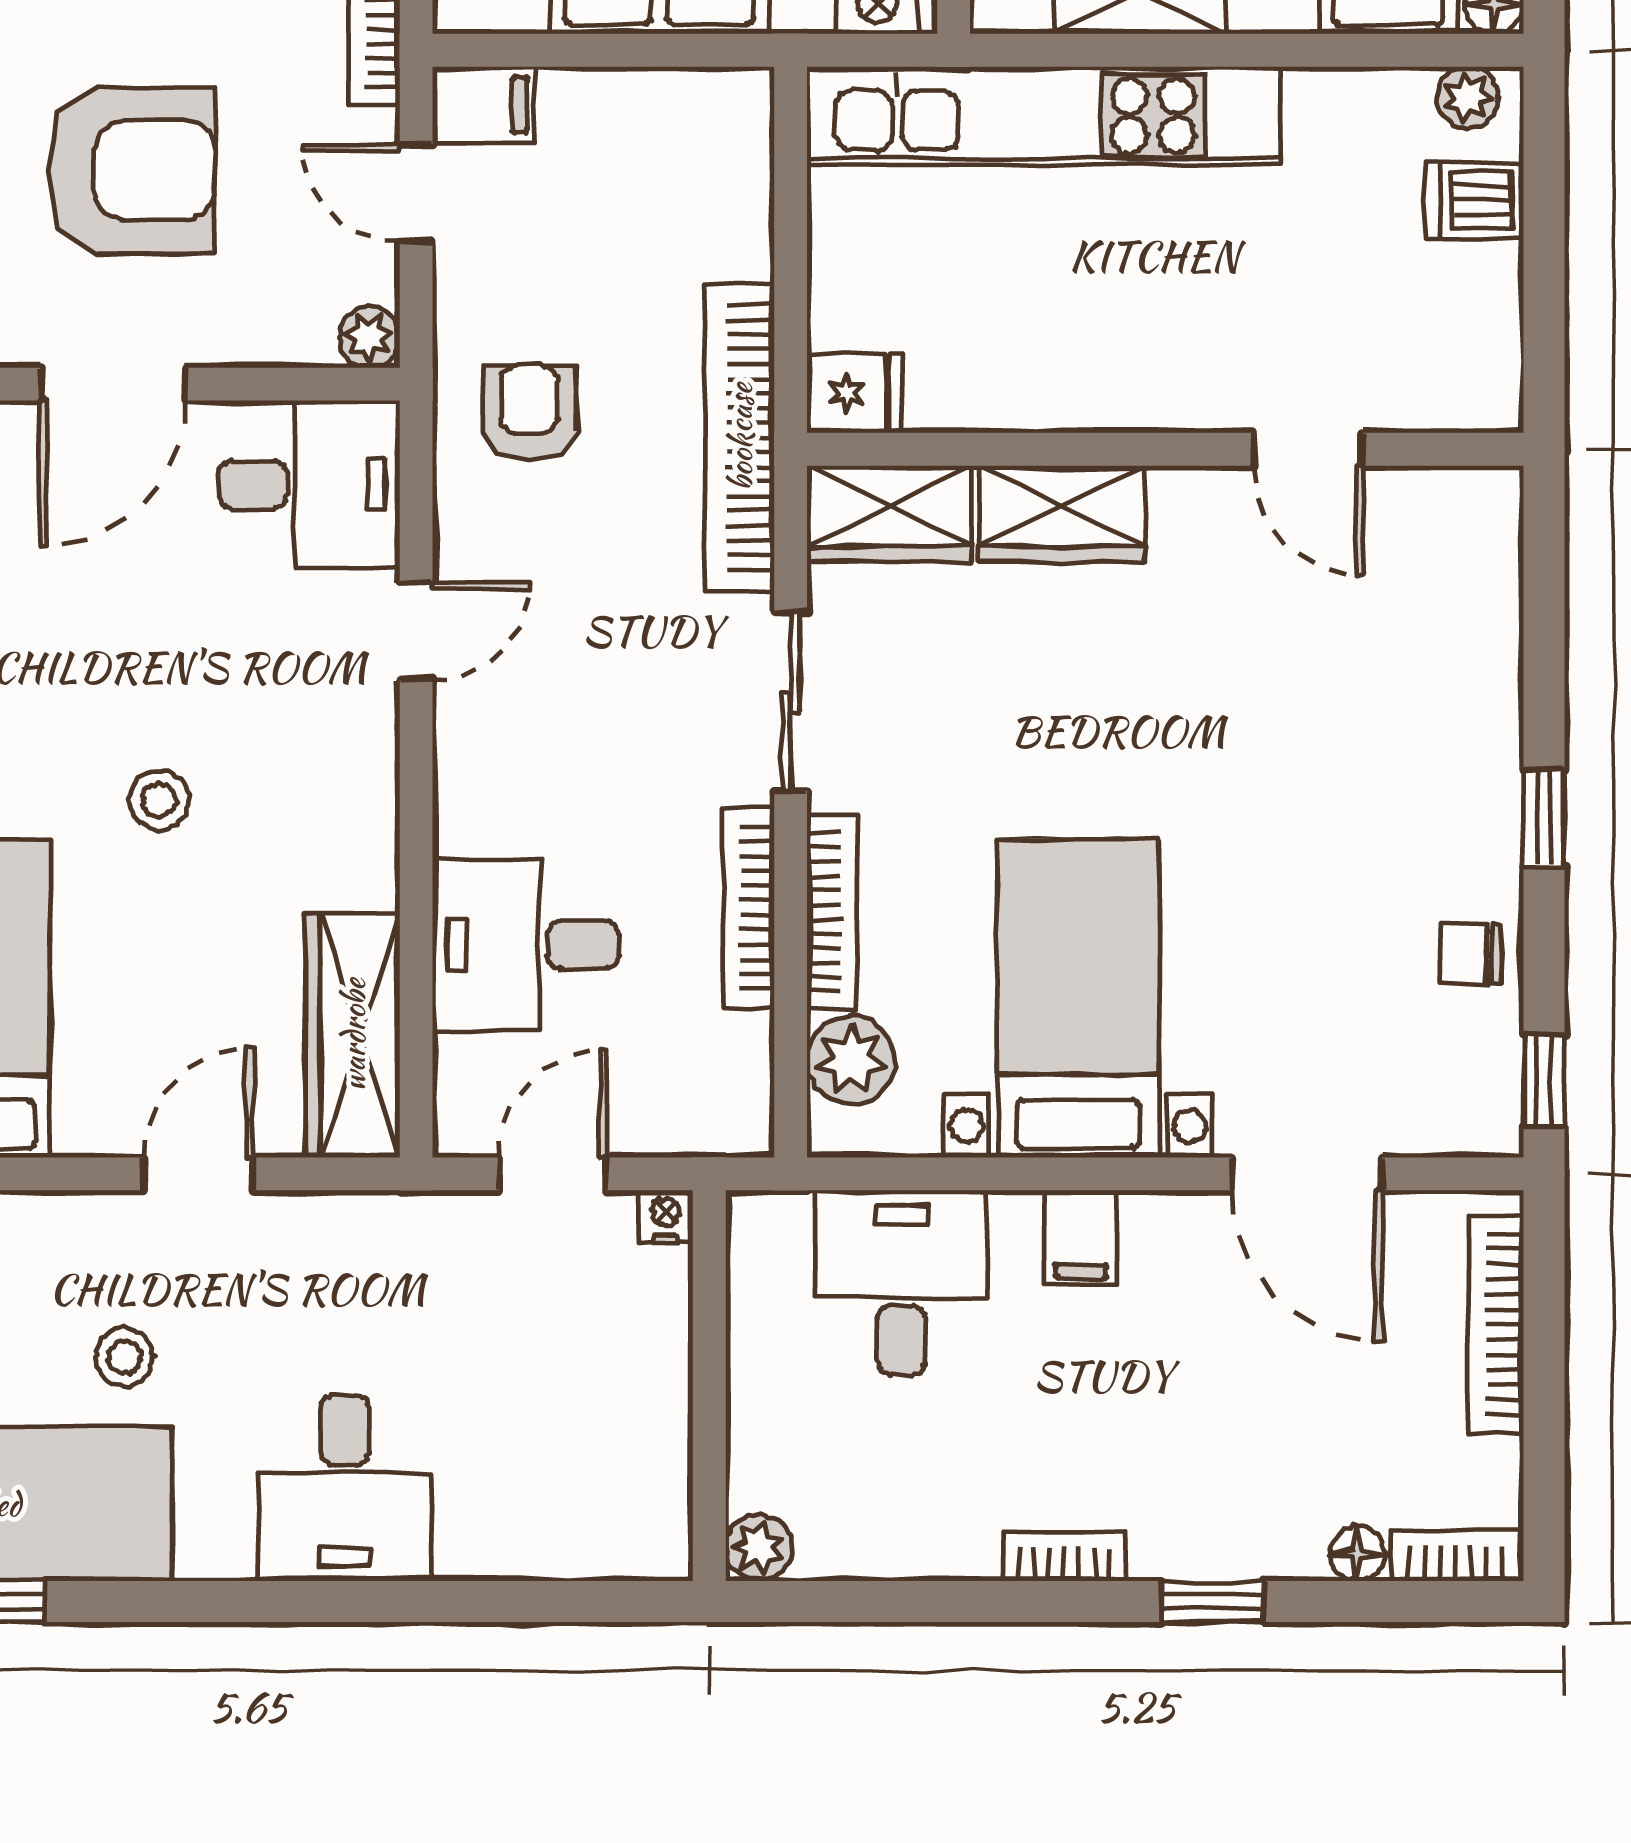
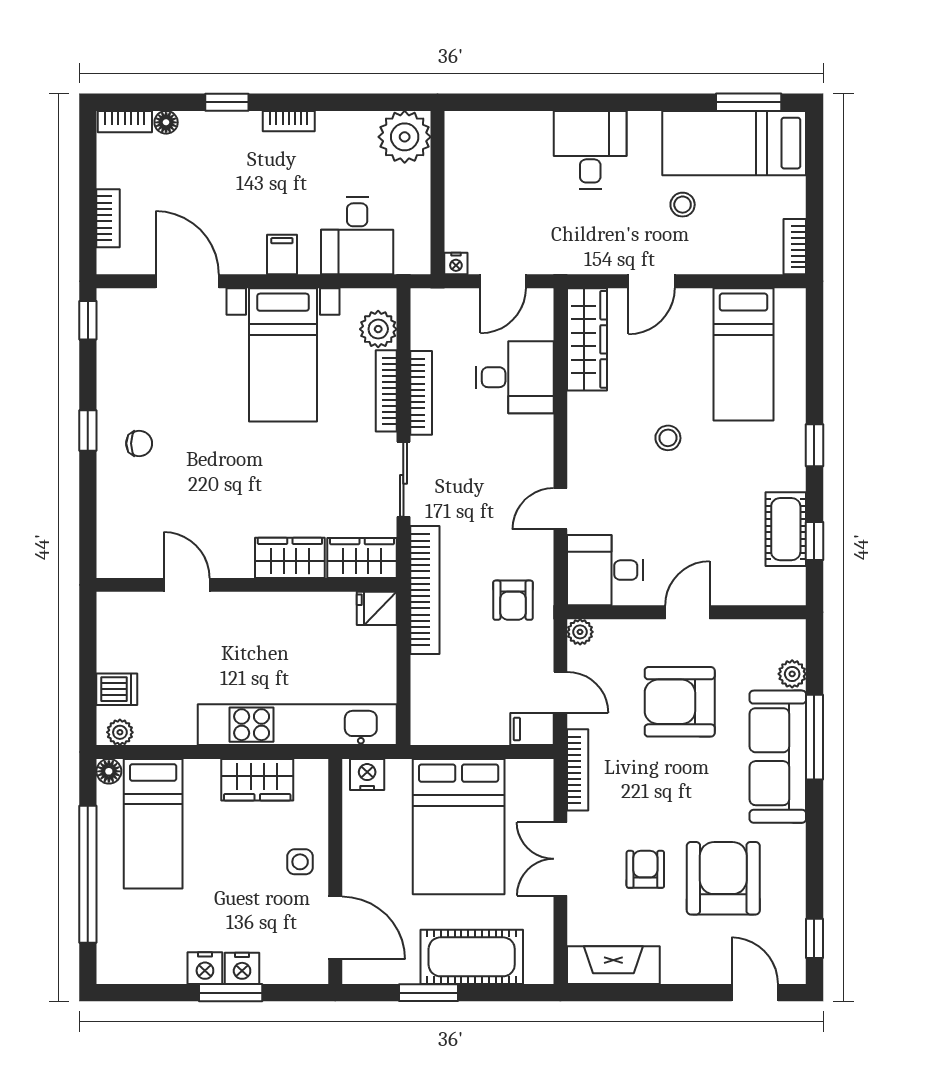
door: (113, 384) -> (687, 612), width x0.73
chair: (1471, 954) -> (139, 443), moved
bookcase: (1496, 1325) -> (108, 218), width x0.64
plant: (759, 1548) -> (405, 137), width x1.87, depth x1.87

